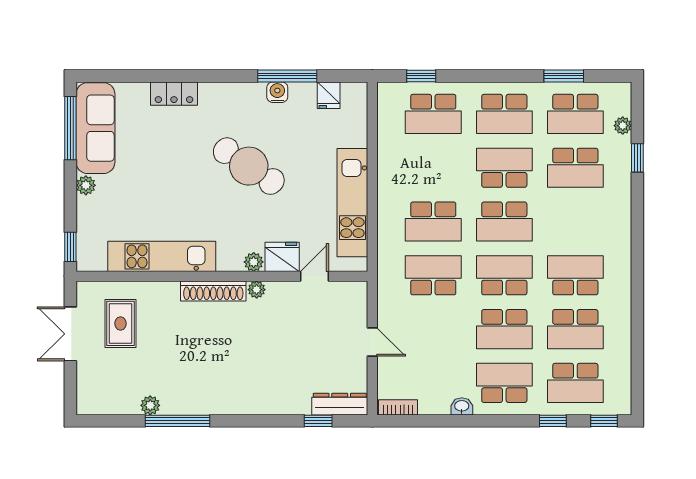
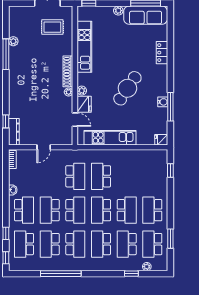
fridge: (329, 95) -> (161, 140), moved
school desk: (433, 114) -> (101, 244), moved
window: (637, 306) -> (61, 274), added

